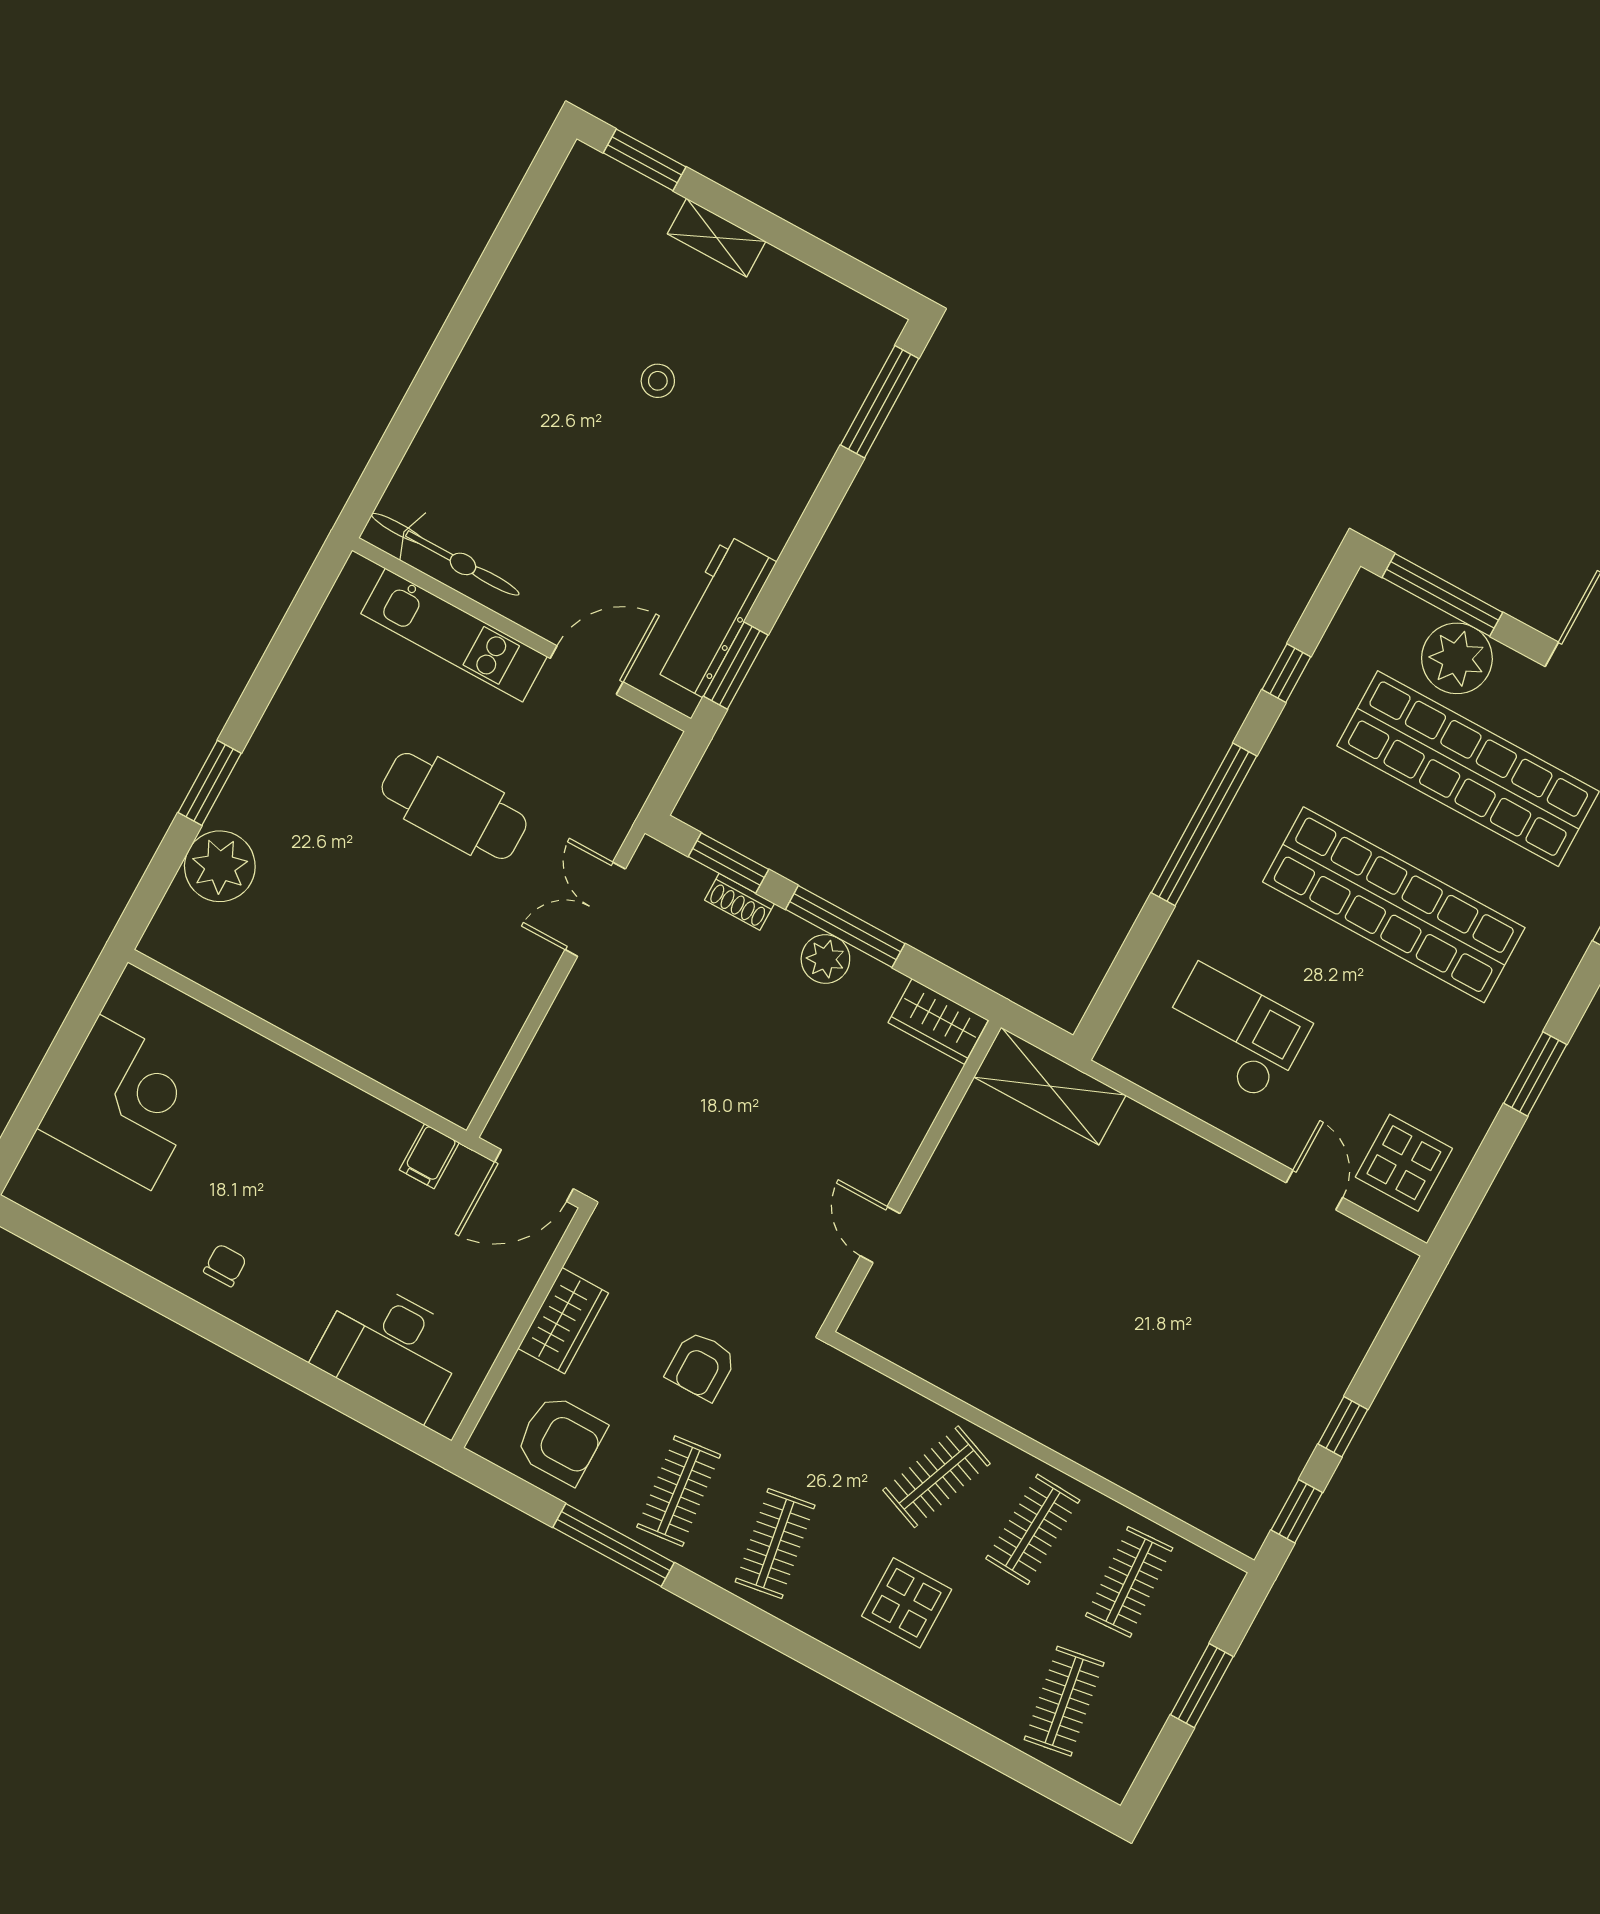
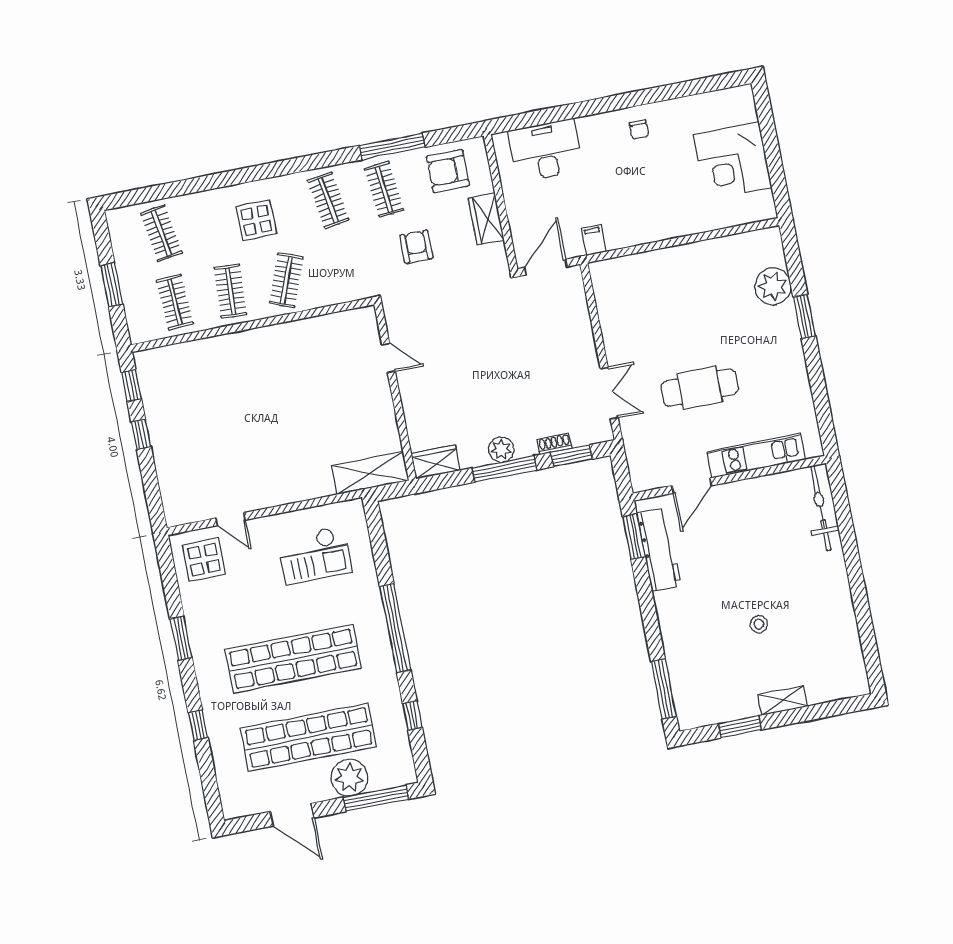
window: (645, 160) -> (740, 727), moved
bicycle: (445, 554) -> (821, 508), moved, turned 90

